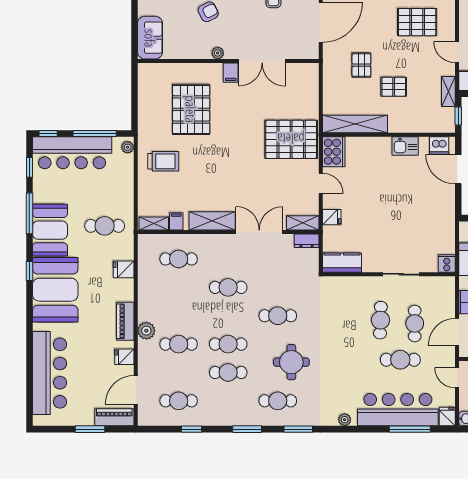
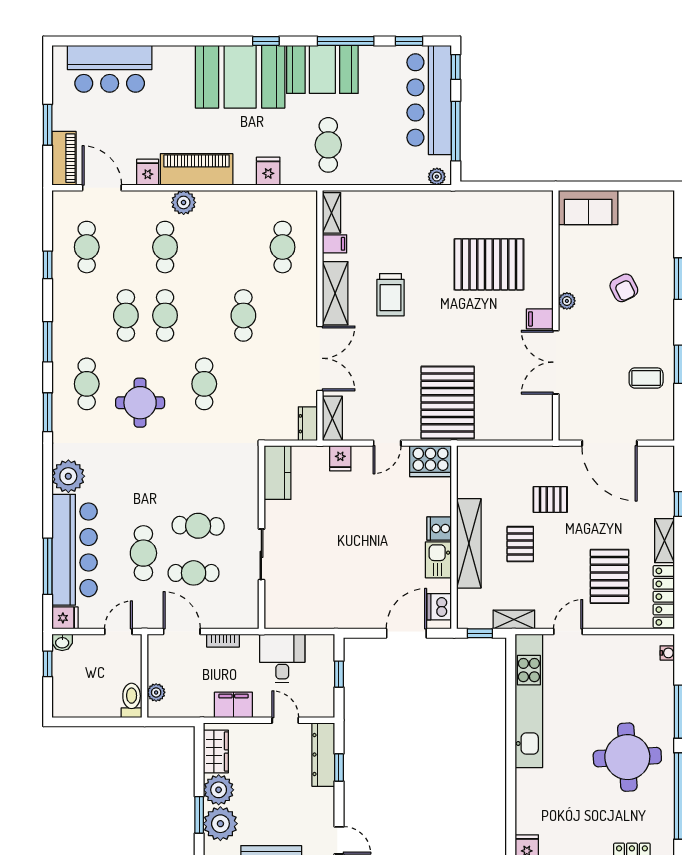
shelving: (355, 124) -> (469, 543), moved
trolley: (163, 161) -> (391, 295), moved
cooker: (447, 263) -> (439, 529), moved, turned 180
piano: (125, 321) -> (197, 169), width x1.37, depth x1.33
bar counter: (49, 373) -> (110, 69), width x0.73
plant: (345, 420) -> (68, 476), width x1.88, depth x1.88

